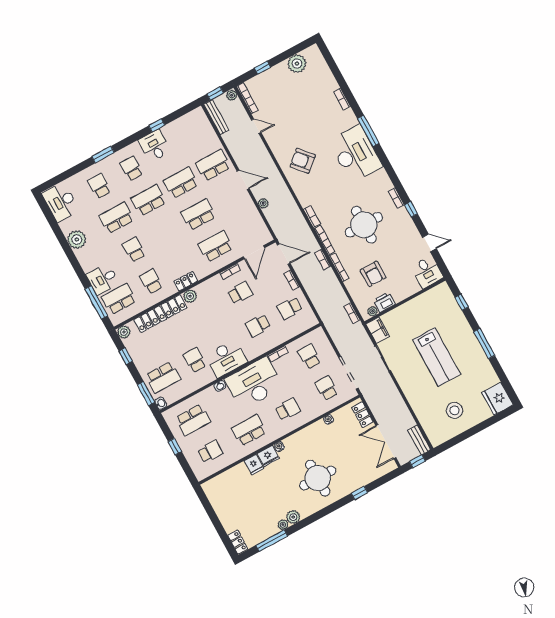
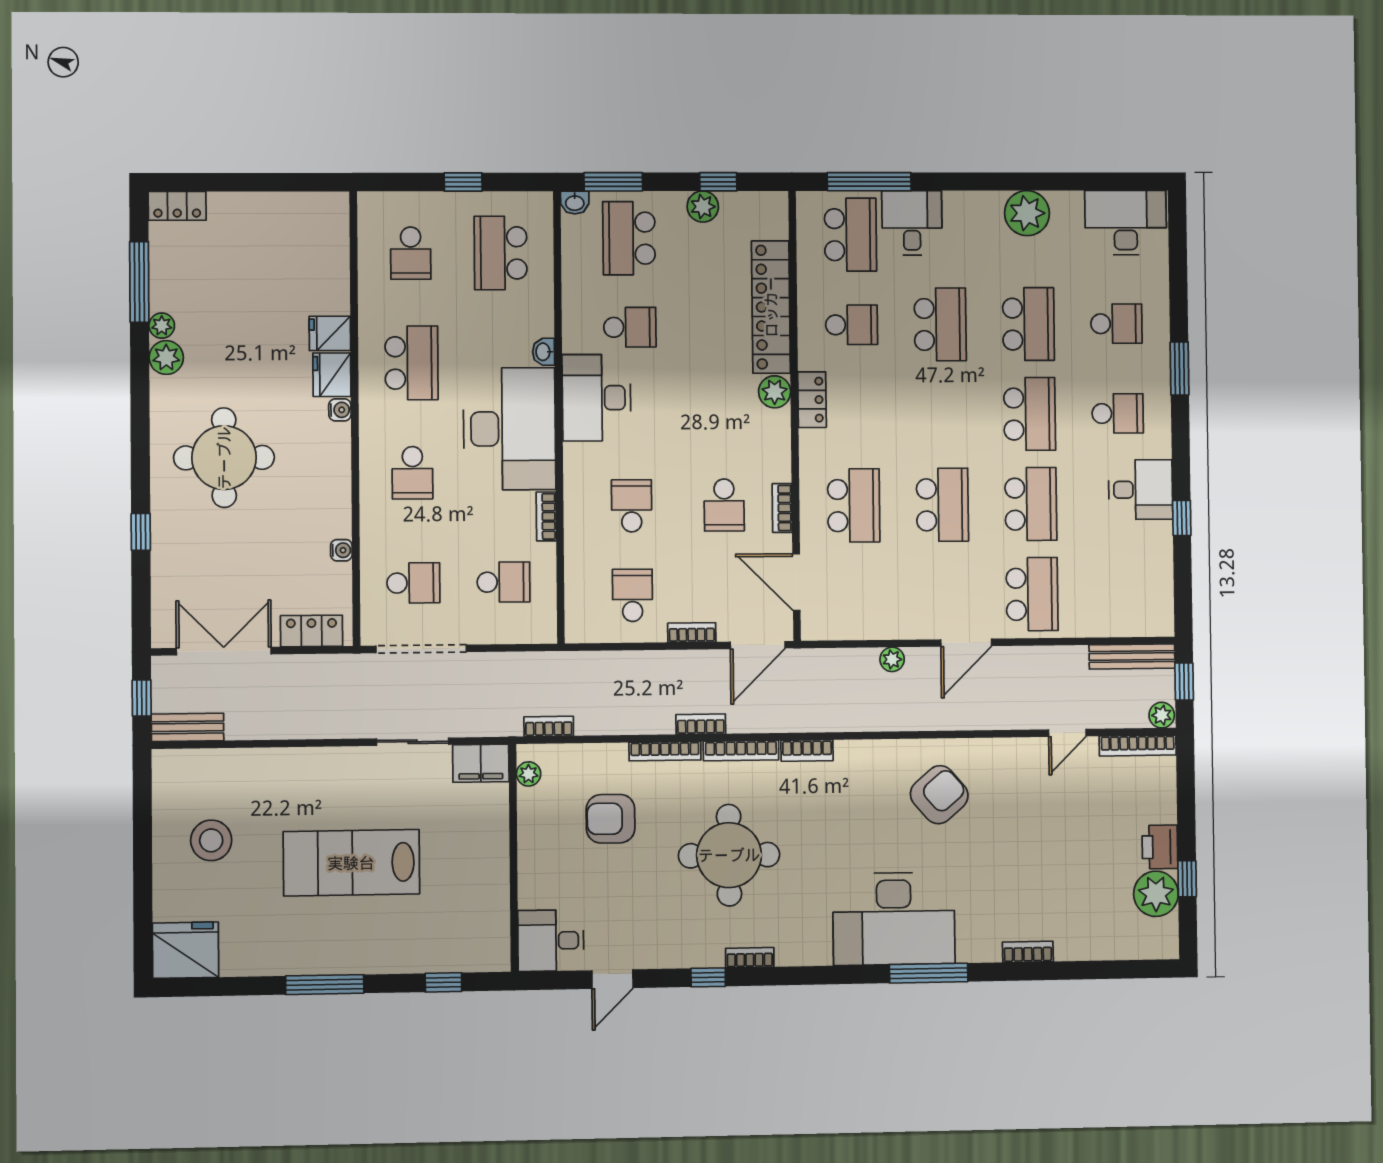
window: (263, 68) -> (1187, 879), moved
school desk: (134, 250) -> (940, 324), width x1.85
printer: (384, 302) -> (1160, 847), moved, turned 180
plant: (124, 332) -> (703, 207), moved

